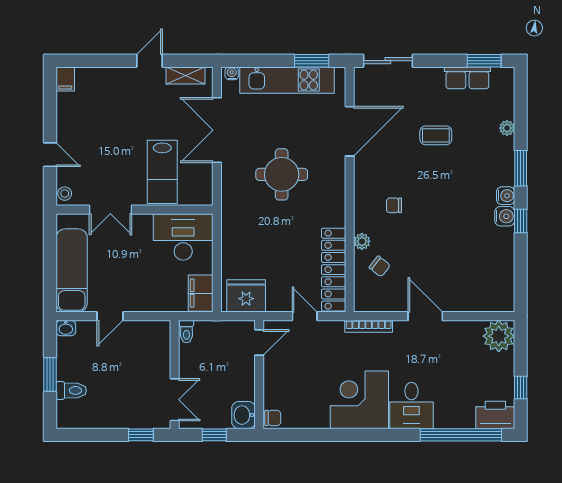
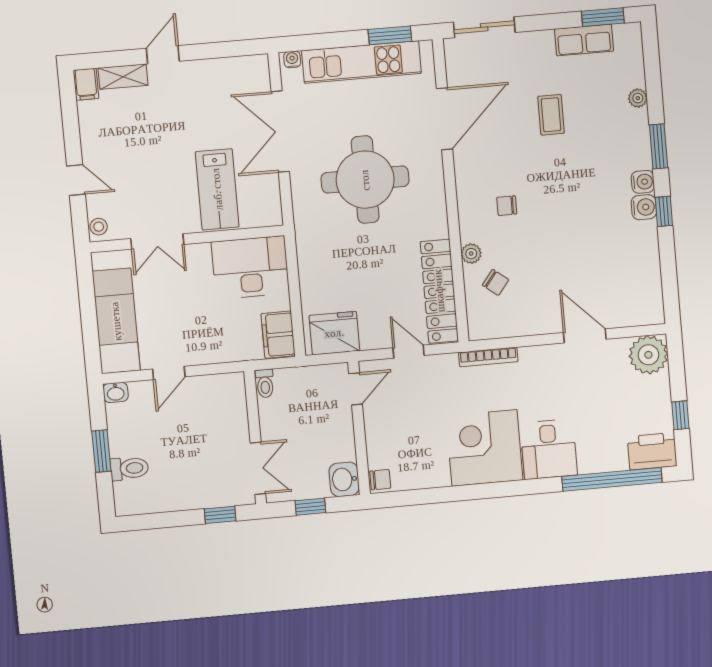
door: (149, 61) -> (163, 55), moved
shelving: (186, 75) -> (123, 77), moved
coffee table: (436, 135) -> (551, 115), turned 90
round table: (282, 174) -> (365, 180), width x1.36, depth x1.36
door: (425, 316) -> (585, 336), moved

